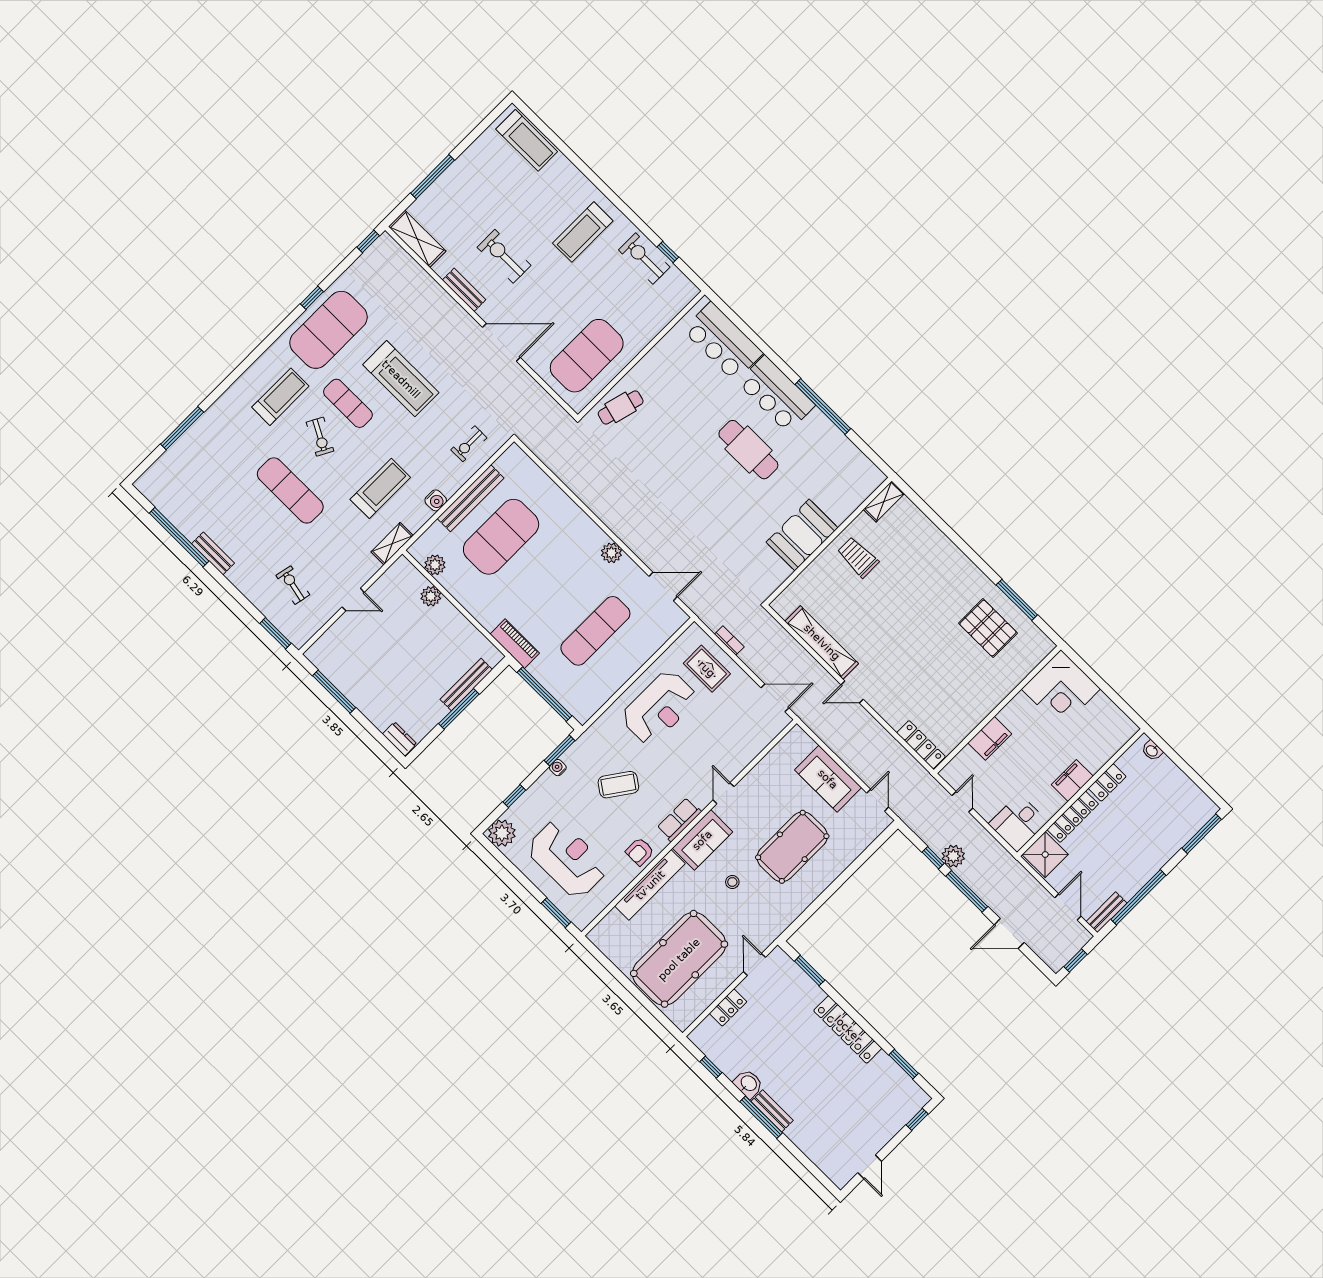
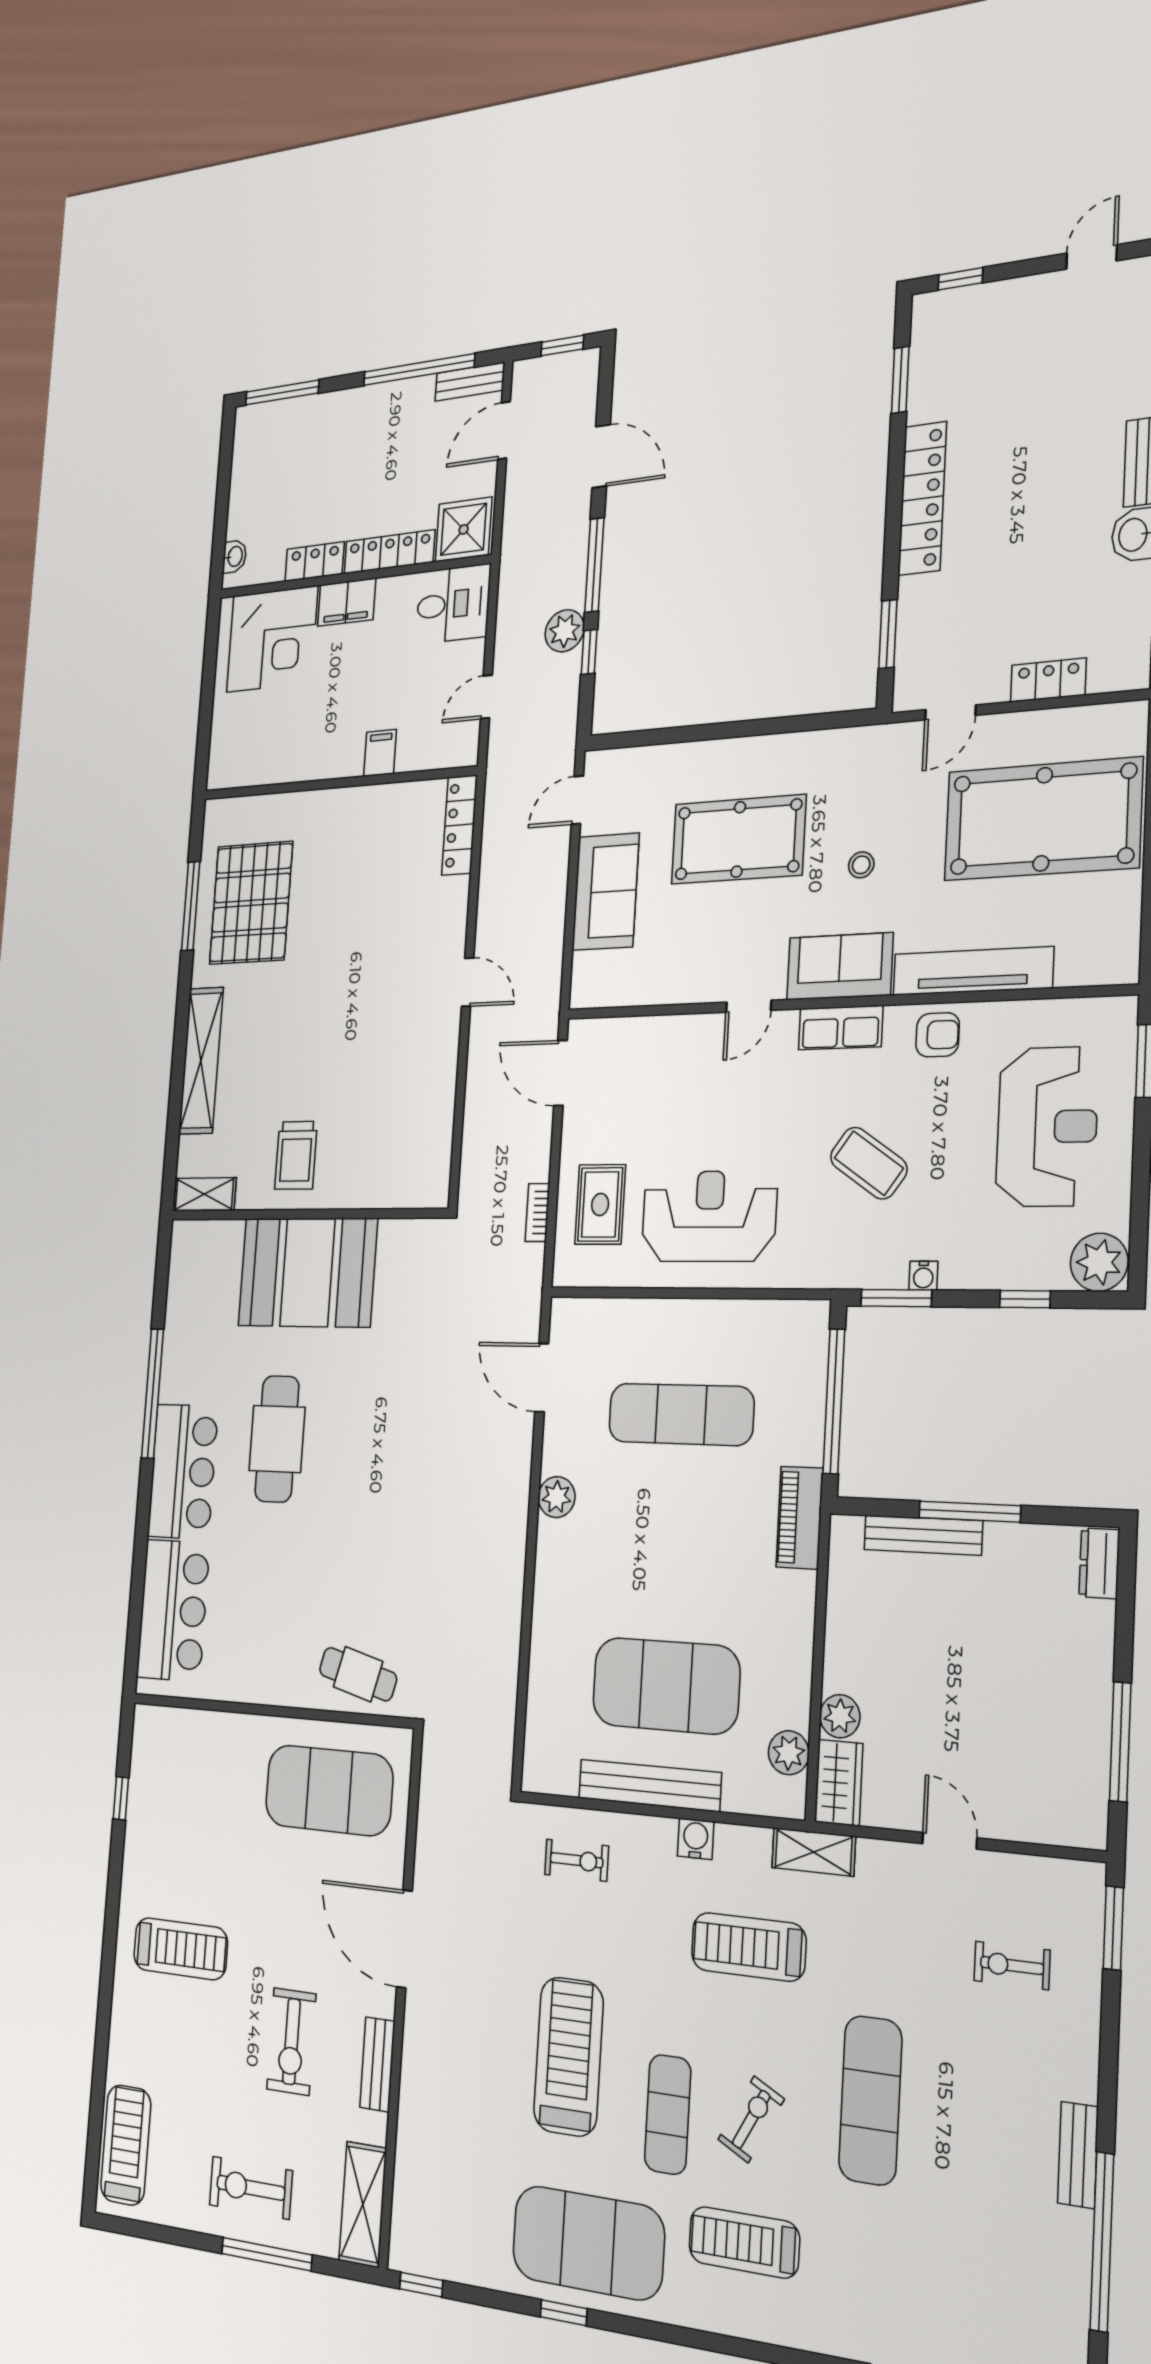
exercise bike: (644, 259) -> (251, 2188), moved, turned 90
booth: (802, 535) -> (307, 1272), width x1.36, depth x1.42
wardrobe: (408, 575) -> (839, 1783), added
exercise bike: (293, 585) -> (1012, 1965), turned 78
pallet: (988, 628) -> (251, 903), width x1.37, depth x1.41
shelving: (822, 642) -> (201, 1061), moved
corner desk: (1061, 689) -> (272, 639), moved, turned 90
filing cabinet: (990, 738) -> (380, 753), width x0.50
reception desk: (567, 859) -> (1047, 1127), turned 180

